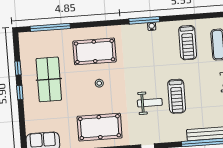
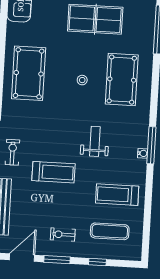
treadmill: (177, 96) -> (54, 172), turned 180
weight bench: (150, 103) -> (95, 141), moved, turned 180
exercise bike: (165, 132) -> (12, 152), added

